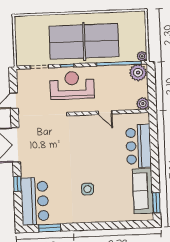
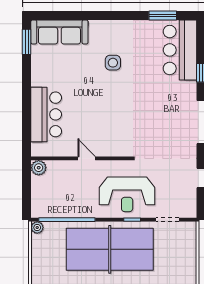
plant: (138, 73) -> (43, 207), removed
sofa: (143, 191) -> (59, 32), moved, turned 90

